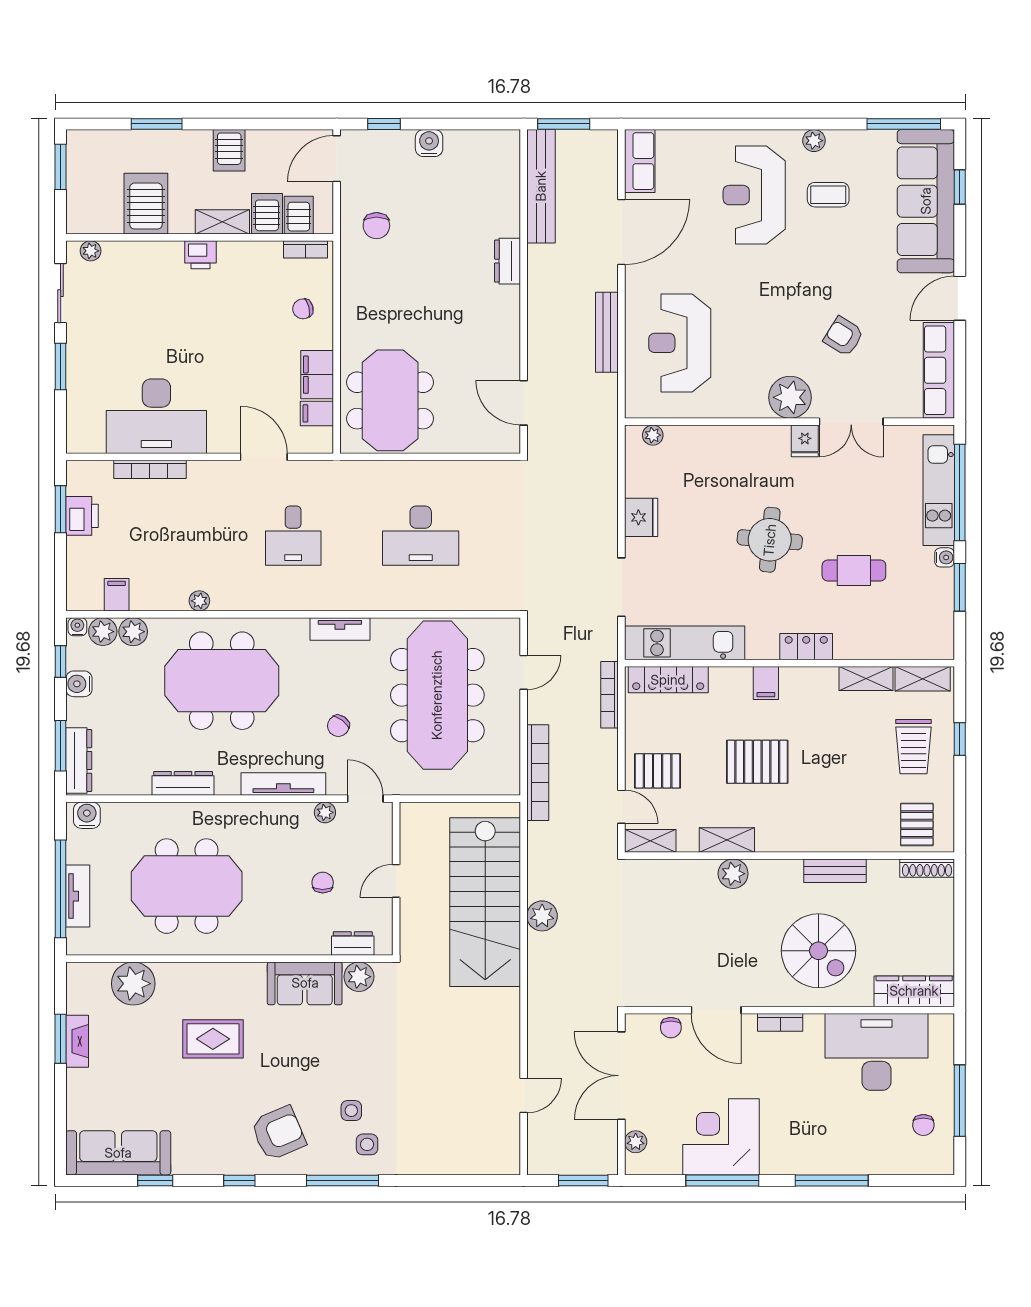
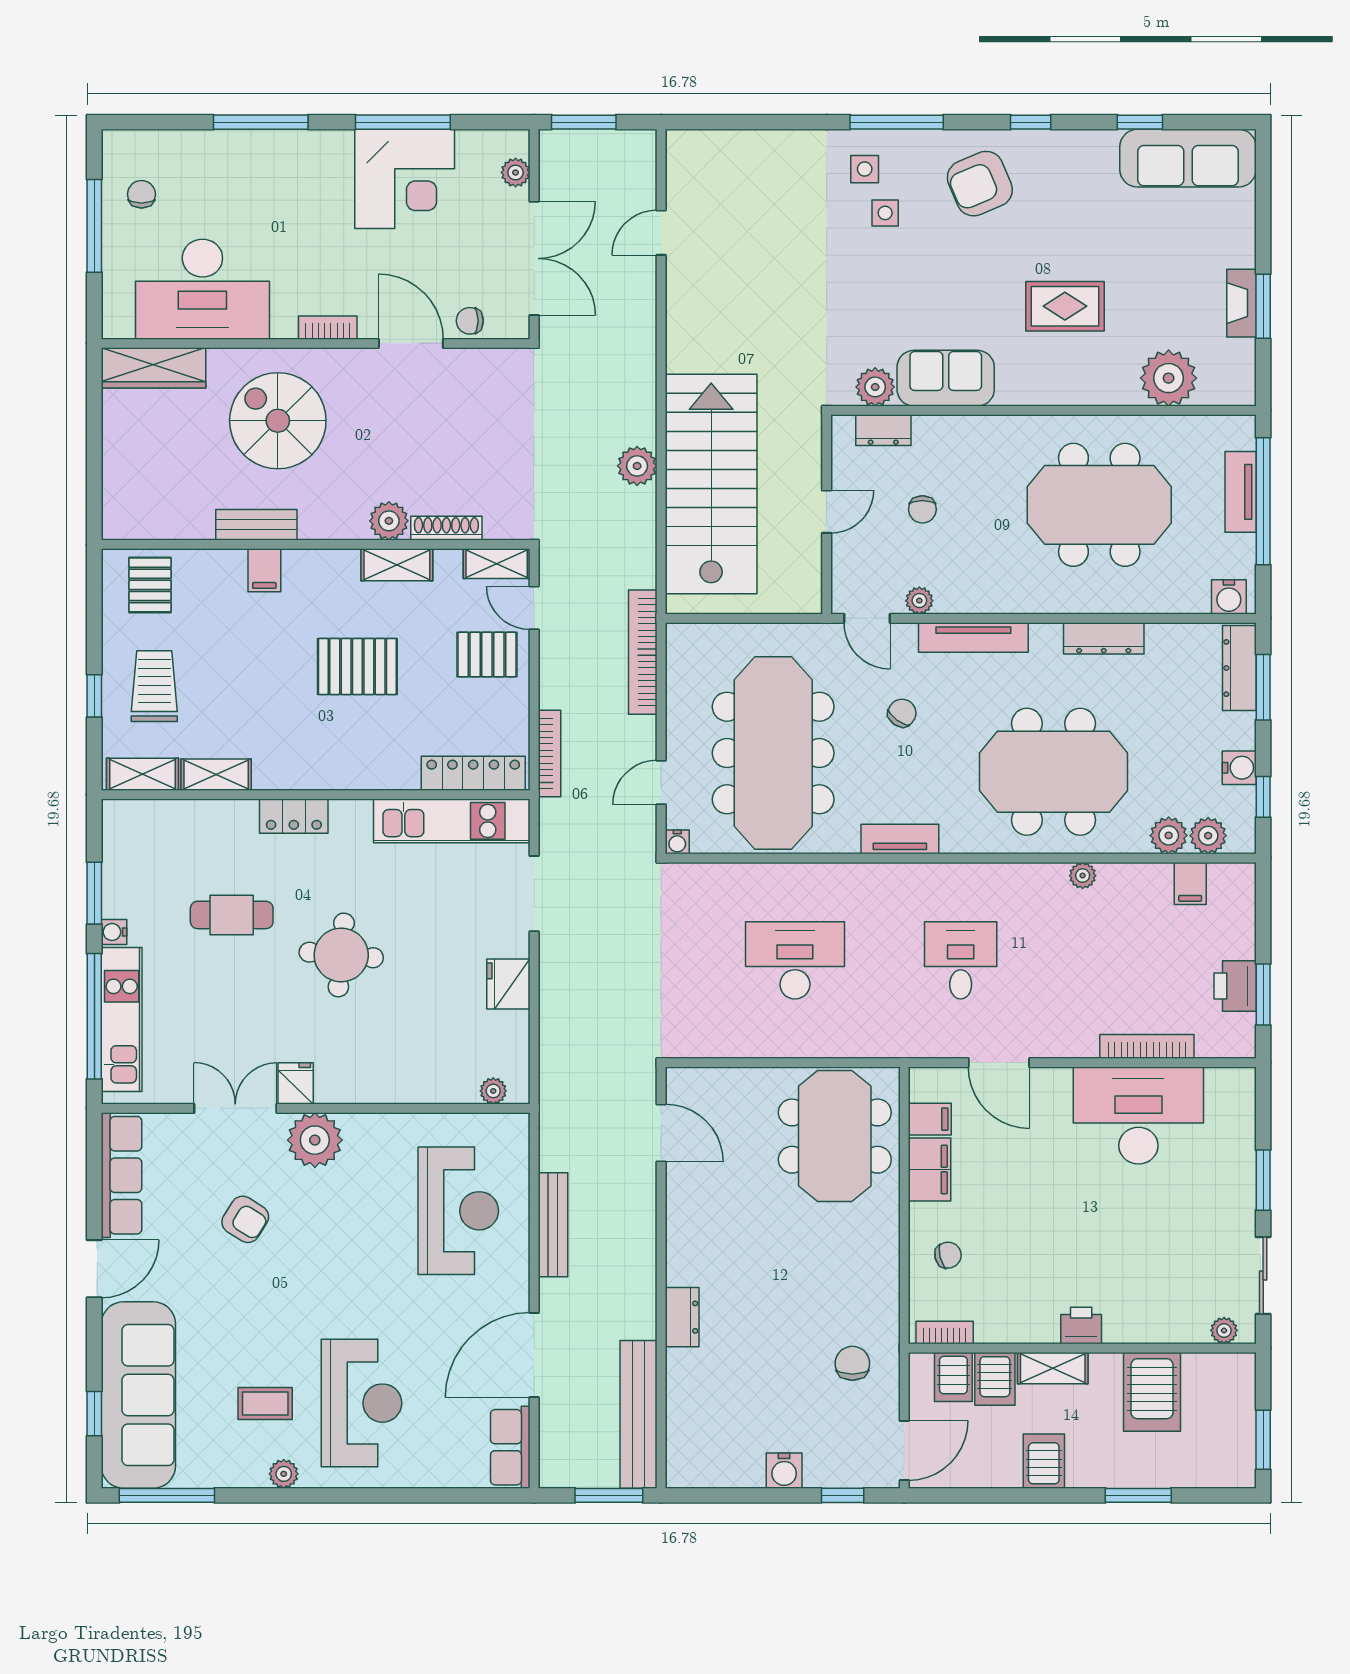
water cooler: (77, 627) -> (677, 842), moved
filing cabinet: (766, 683) -> (264, 570), moved, turned 180
shoe rack: (927, 868) -> (446, 528), moved
chair: (671, 1028) -> (470, 321), turned -90

